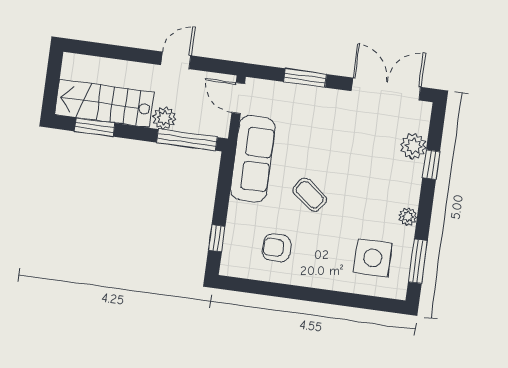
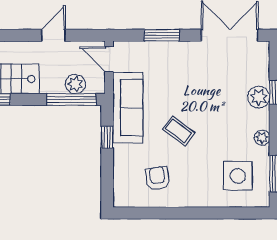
plant: (164, 118) -> (75, 84), moved
plant: (413, 146) -> (259, 97), moved
window: (217, 238) -> (107, 137), moved
armchair: (277, 248) -> (157, 178), turned 82

